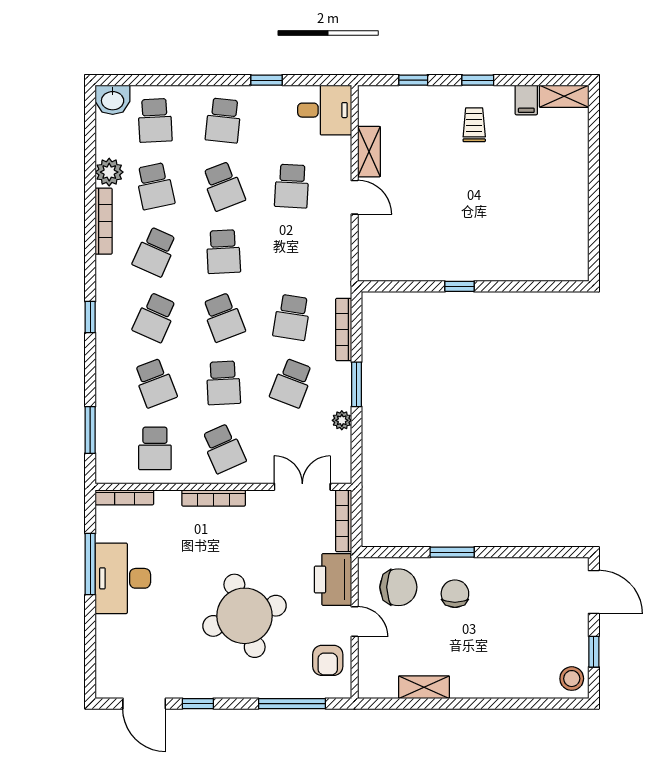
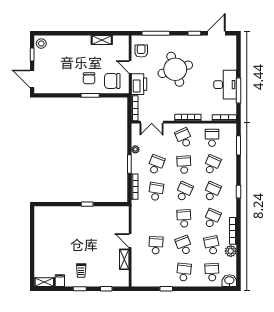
desk: (325, 110) -> (142, 276), removed
school desk: (223, 317) -> (184, 192), turned 45
school desk: (155, 383) -> (212, 165), turned 45
door: (144, 704) -> (216, 33), hinge flipped

